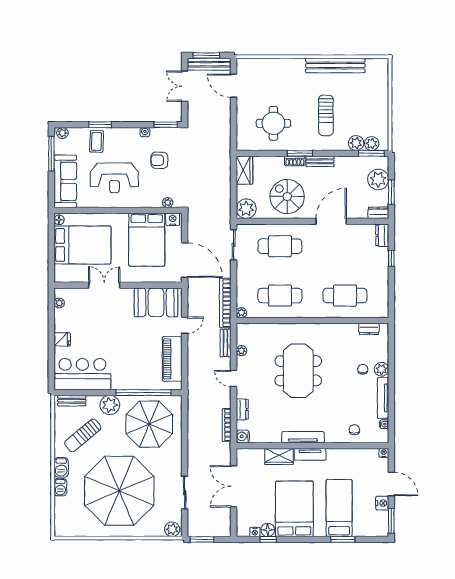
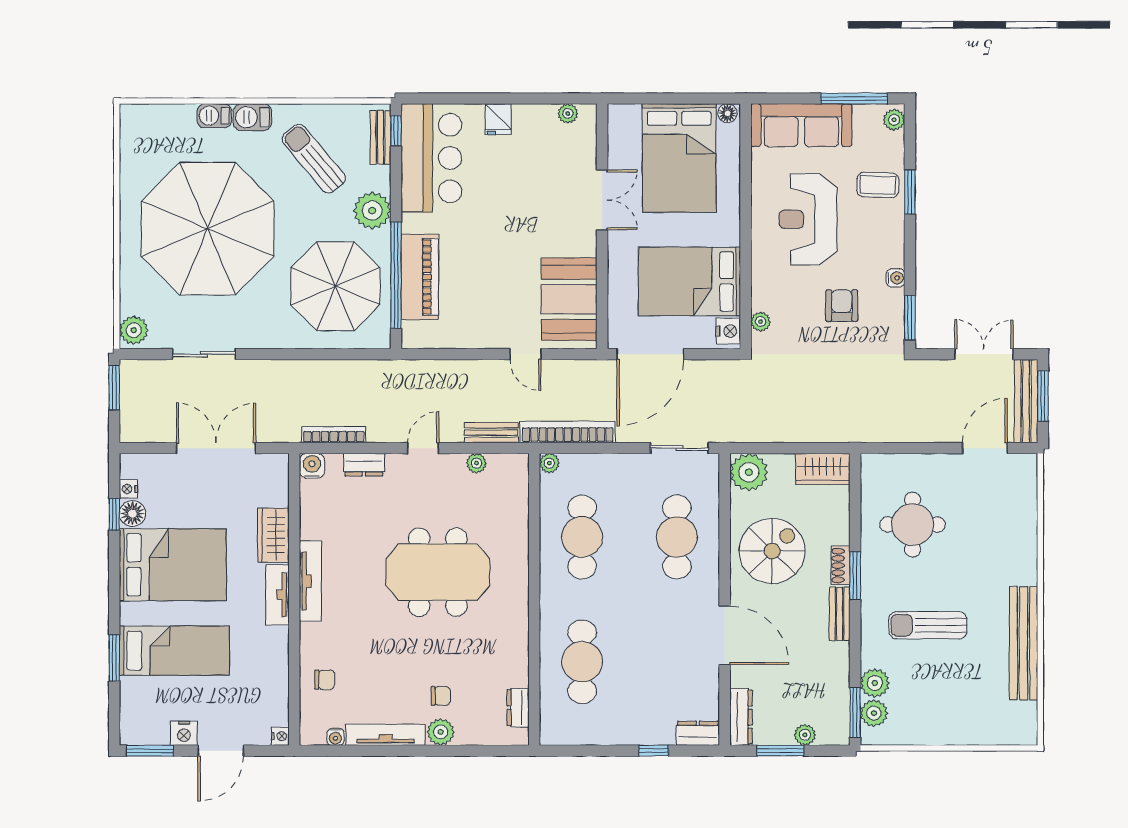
plant: (378, 179) -> (805, 735), width x0.53, depth x0.53
dresser: (378, 213) -> (741, 717), width x1.44
piano: (172, 359) -> (420, 277), moved, turned 90
window: (68, 393) -> (396, 131), added

